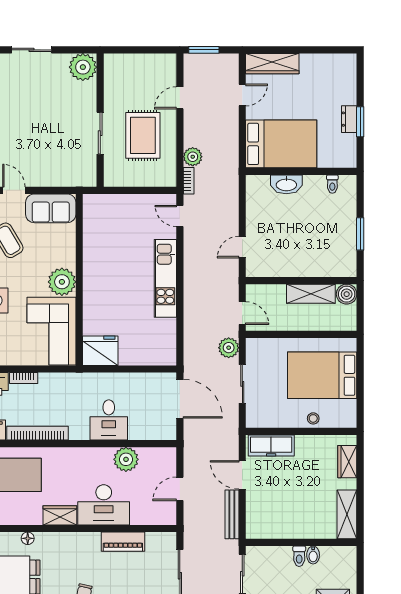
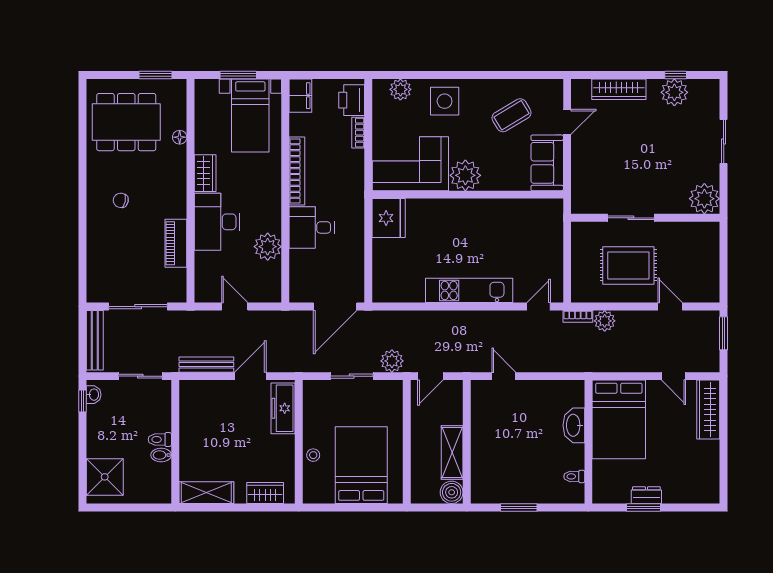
bookcase: (37, 433) -> (297, 171), moved

